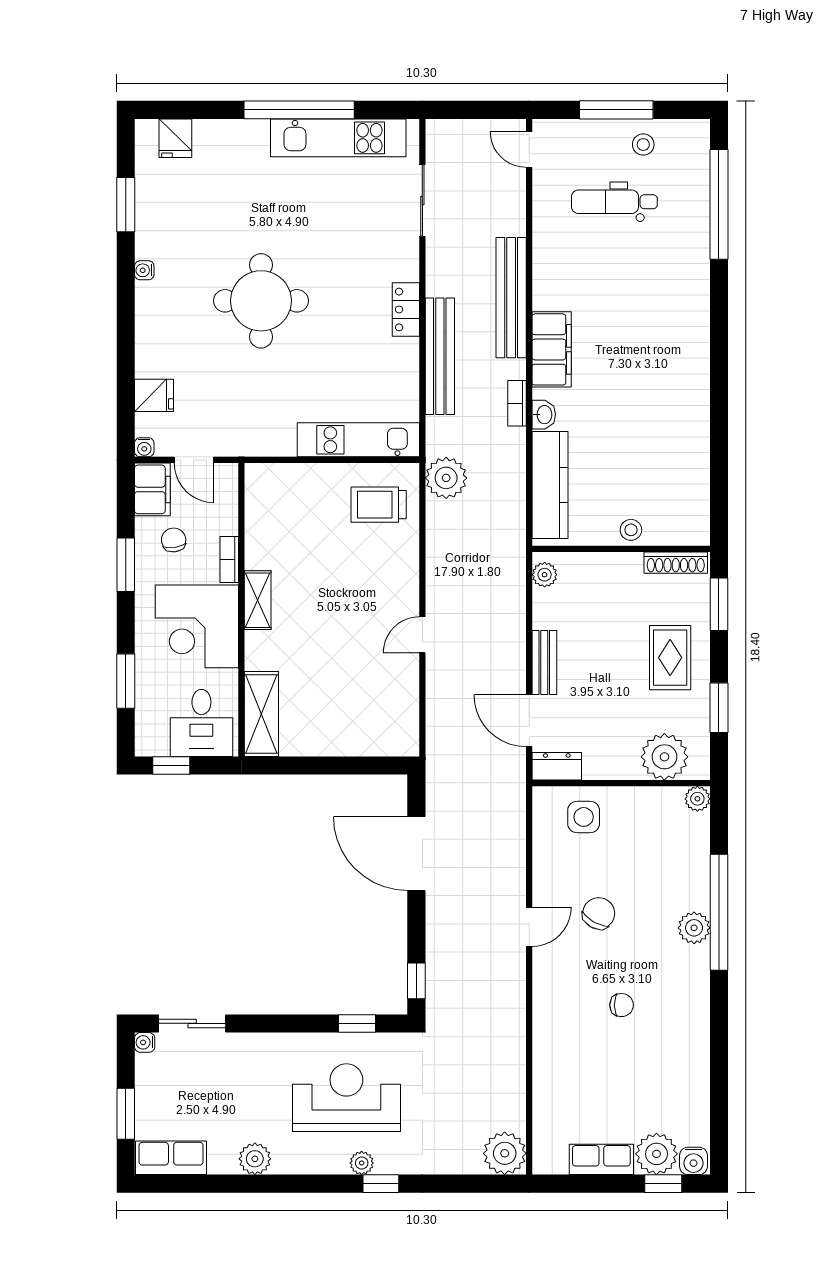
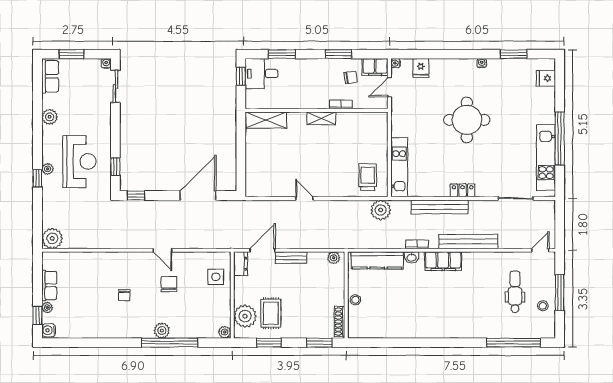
corner desk: (197, 626) -> (308, 89), removed
rug: (670, 658) -> (271, 313), moved, turned 90
desk: (201, 723) -> (262, 74), moved
chair: (599, 913) -> (169, 284), turned -119
plant: (656, 1154) -> (47, 307), width x0.53, depth x0.53

